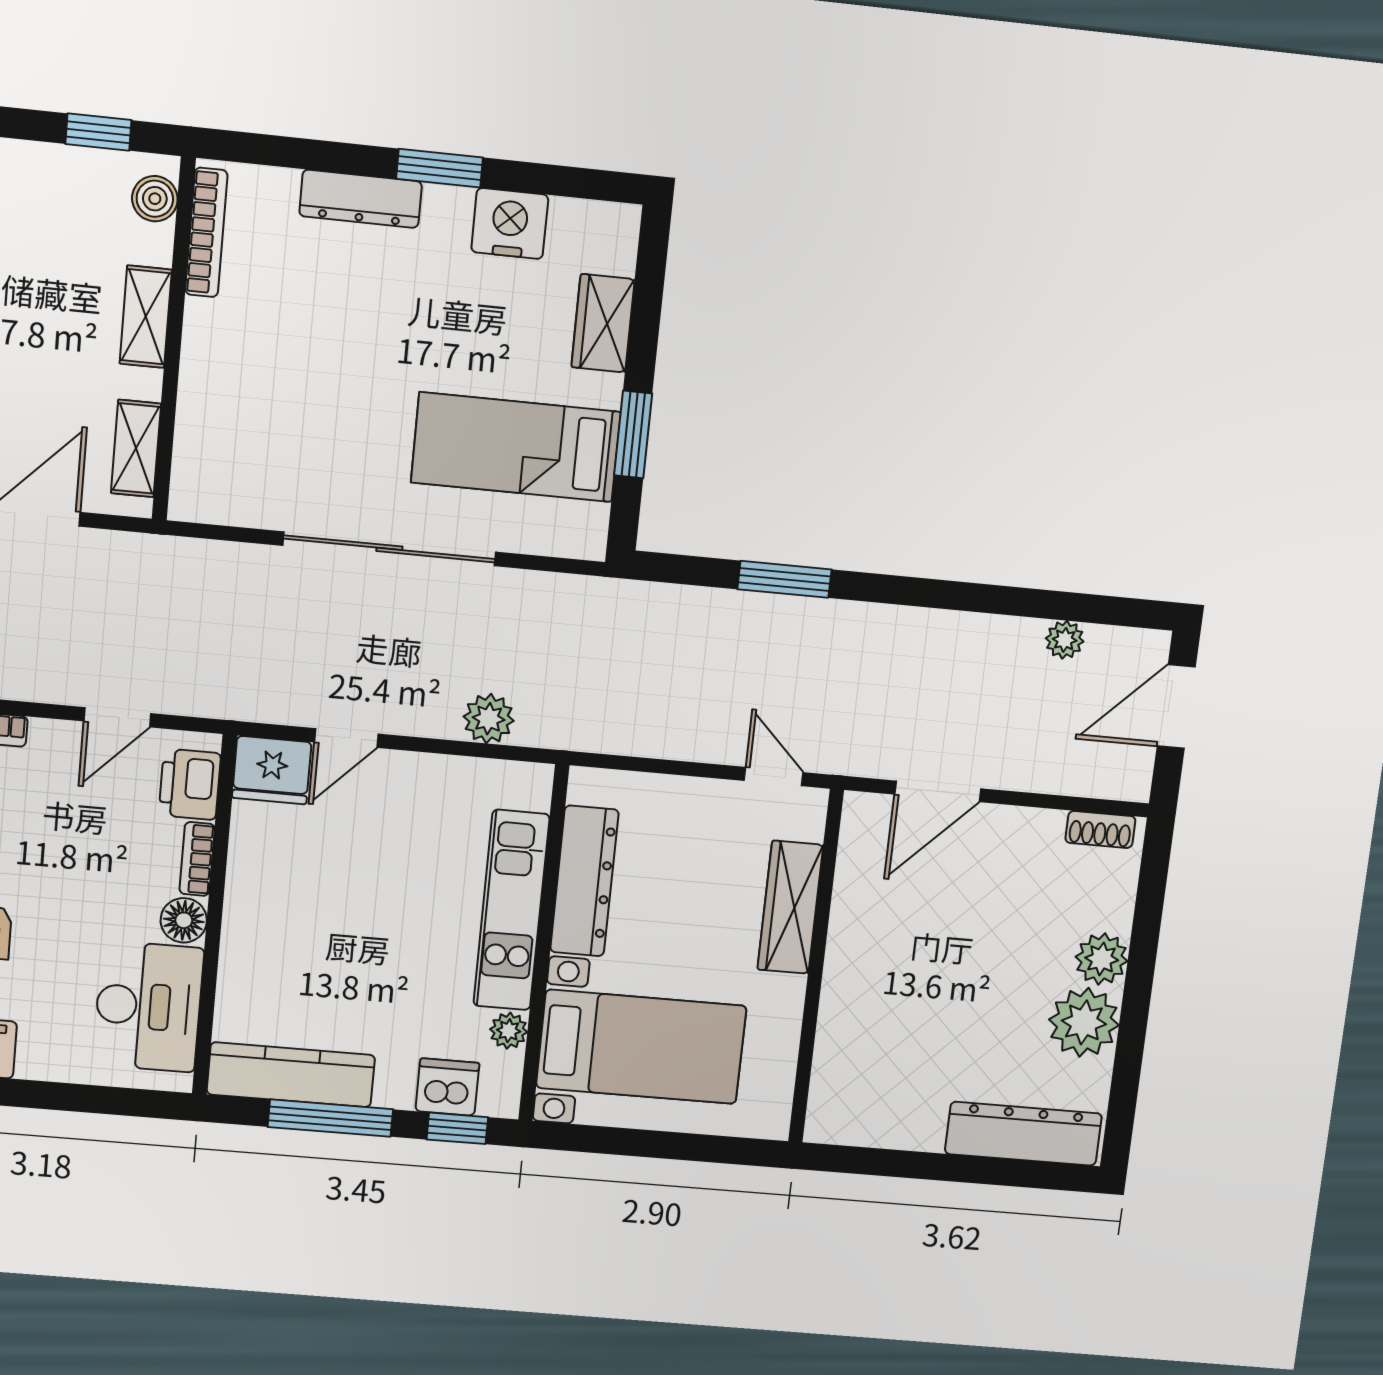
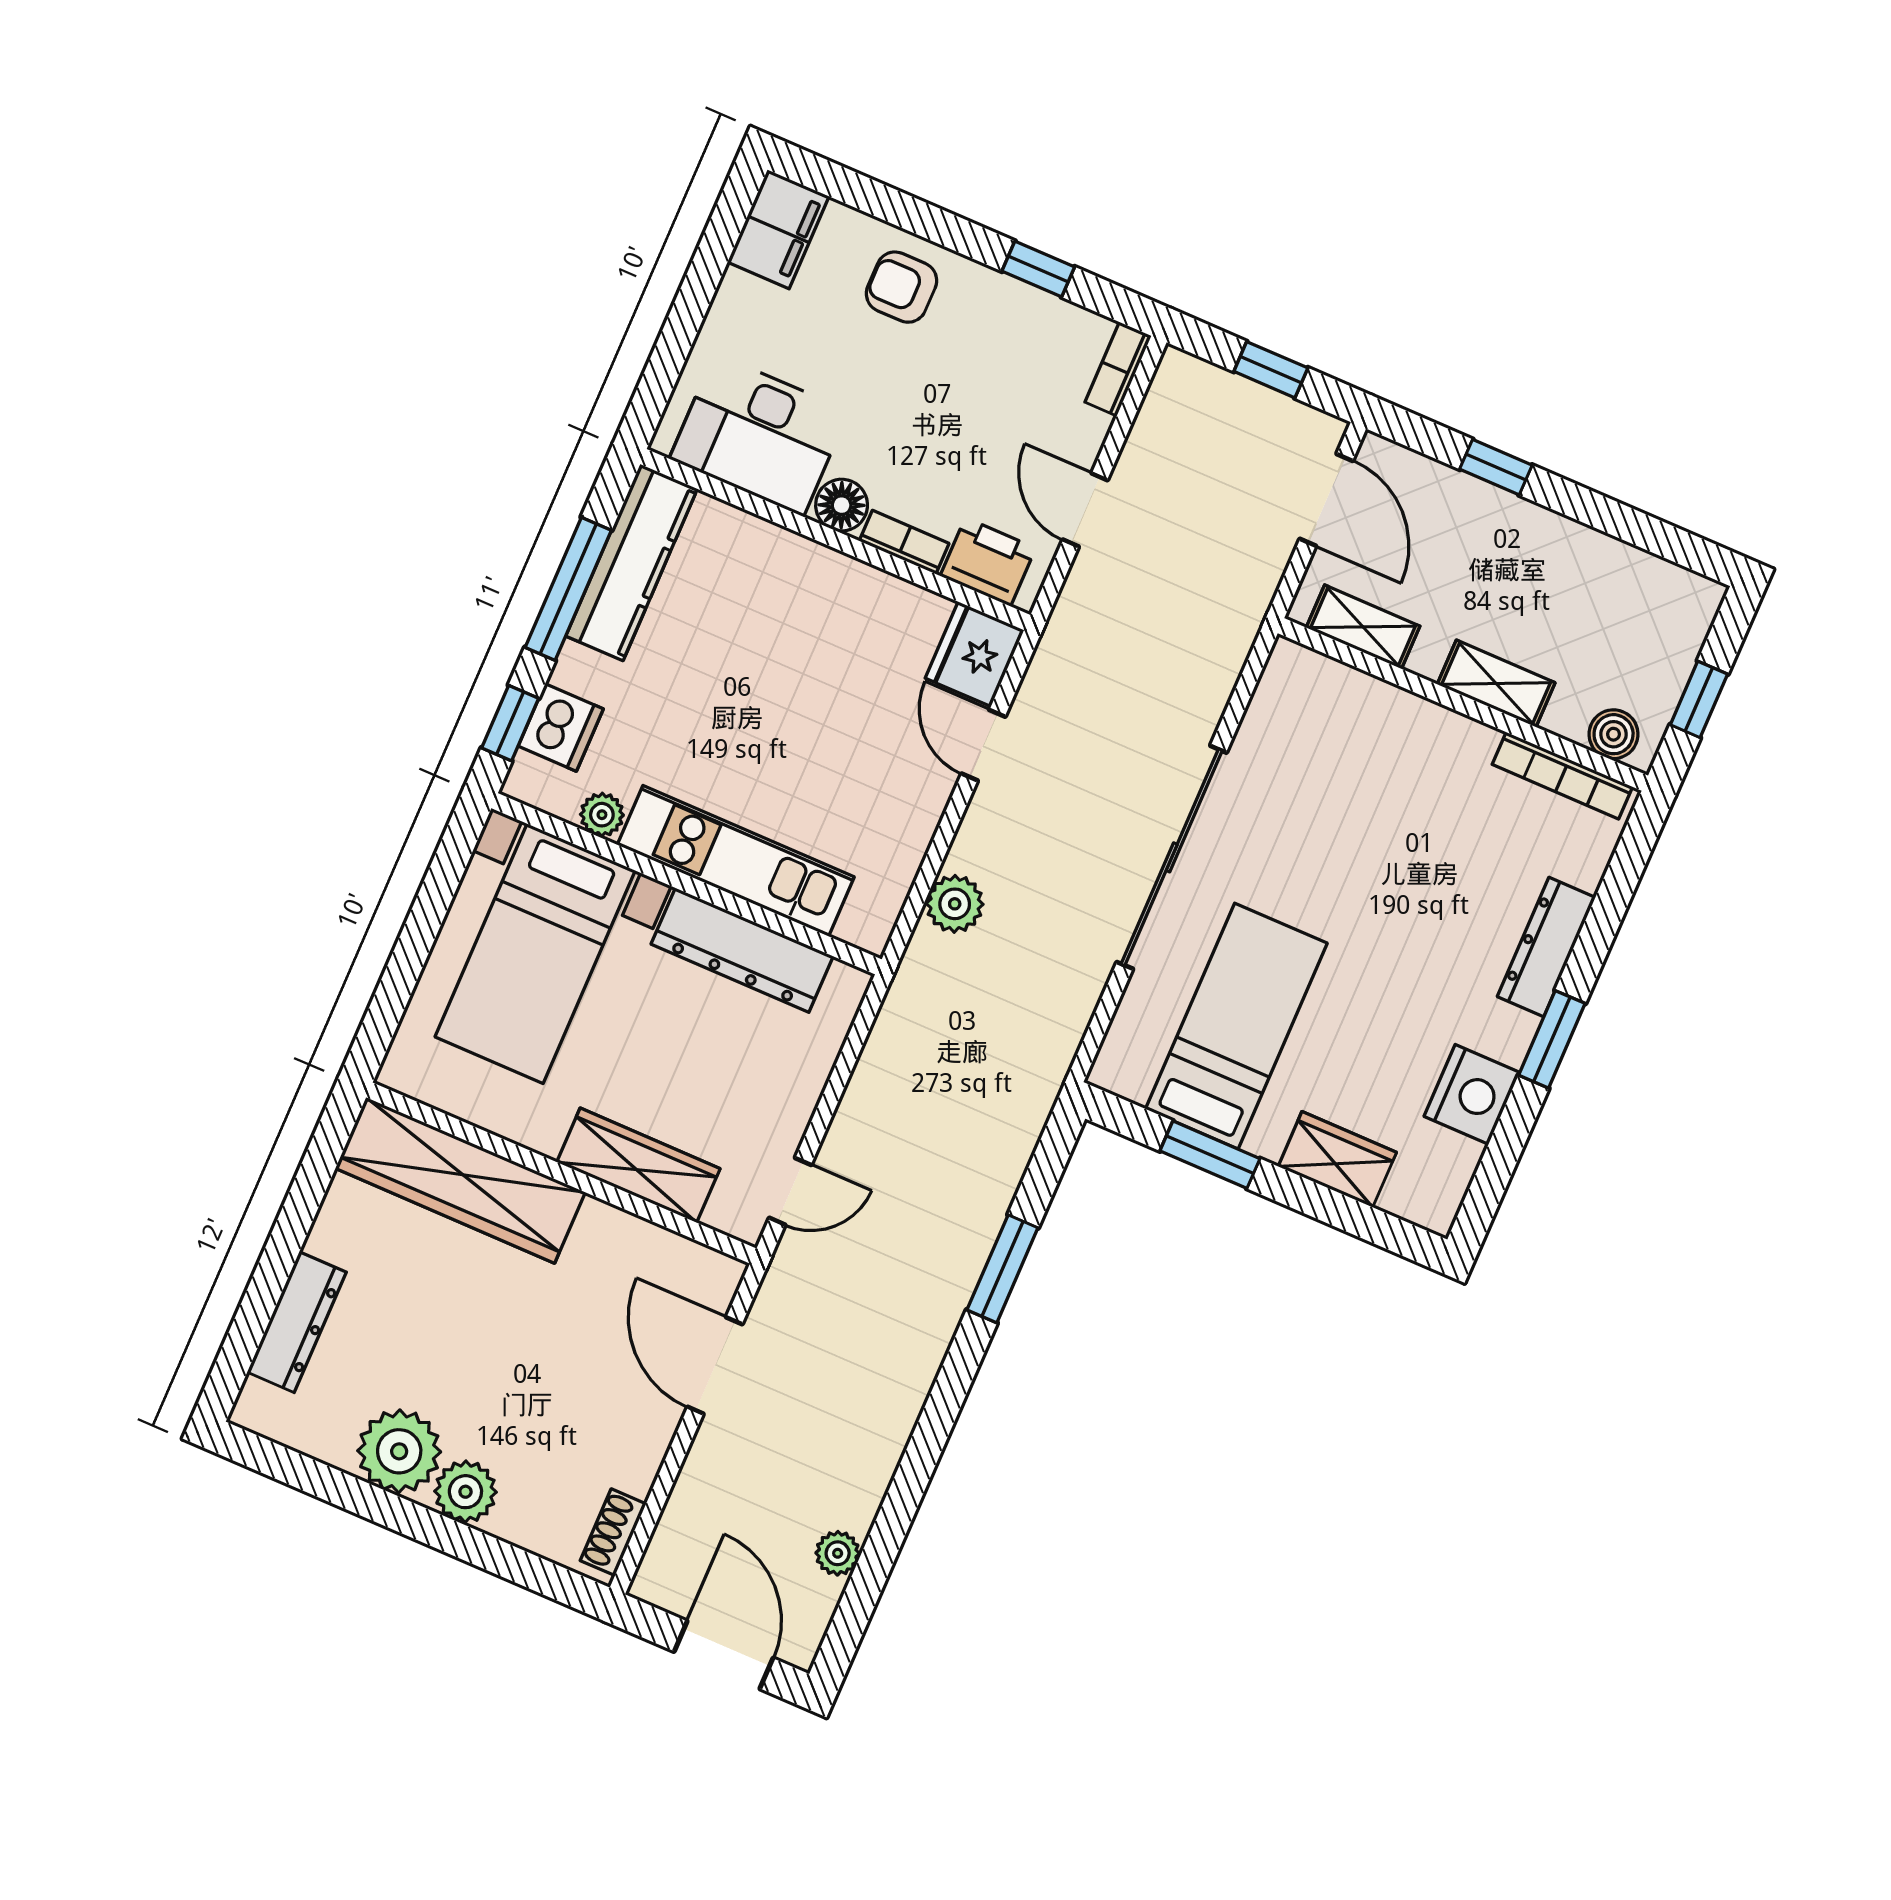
wardrobe: (847, 1046) -> (460, 1180), added
dresser: (1023, 1134) -> (297, 1322), width x0.73, depth x0.80

